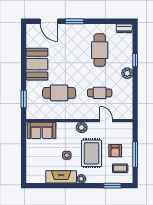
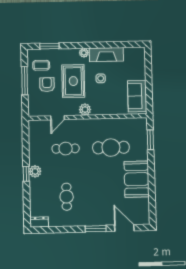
cafe table: (100, 50) -> (67, 197), width x0.73, depth x0.74
window: (135, 60) -> (26, 174), moved
door: (106, 121) -> (58, 118), hinge flipped
sofa: (41, 130) -> (137, 96), moved, turned -90

